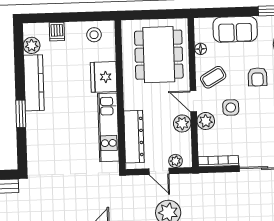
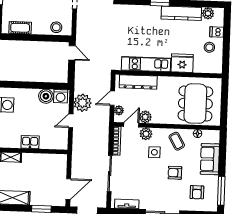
stool: (94, 35) -> (209, 47), moved
dining table: (159, 55) -> (195, 104), turned 90
door: (193, 101) -> (131, 125), moved

